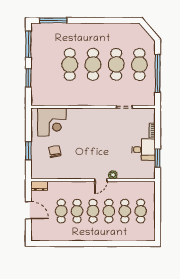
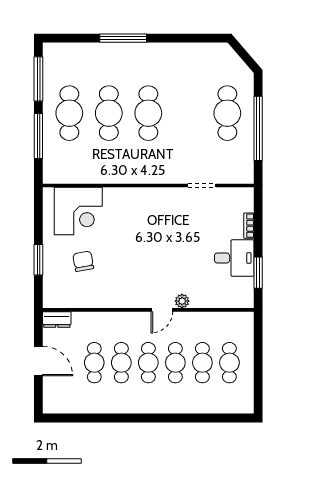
window: (53, 20) -> (123, 38), moved
cafe table: (116, 64) -> (69, 113), moved
window: (28, 78) -> (38, 136), width x1.44

